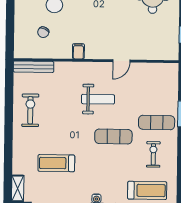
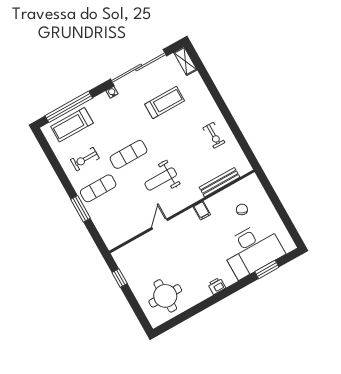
bench: (34, 67) -> (219, 182), moved
exercise bike: (30, 110) -> (214, 135), width x0.73, depth x0.72
exercise bike: (153, 154) -> (85, 159), turned 90

